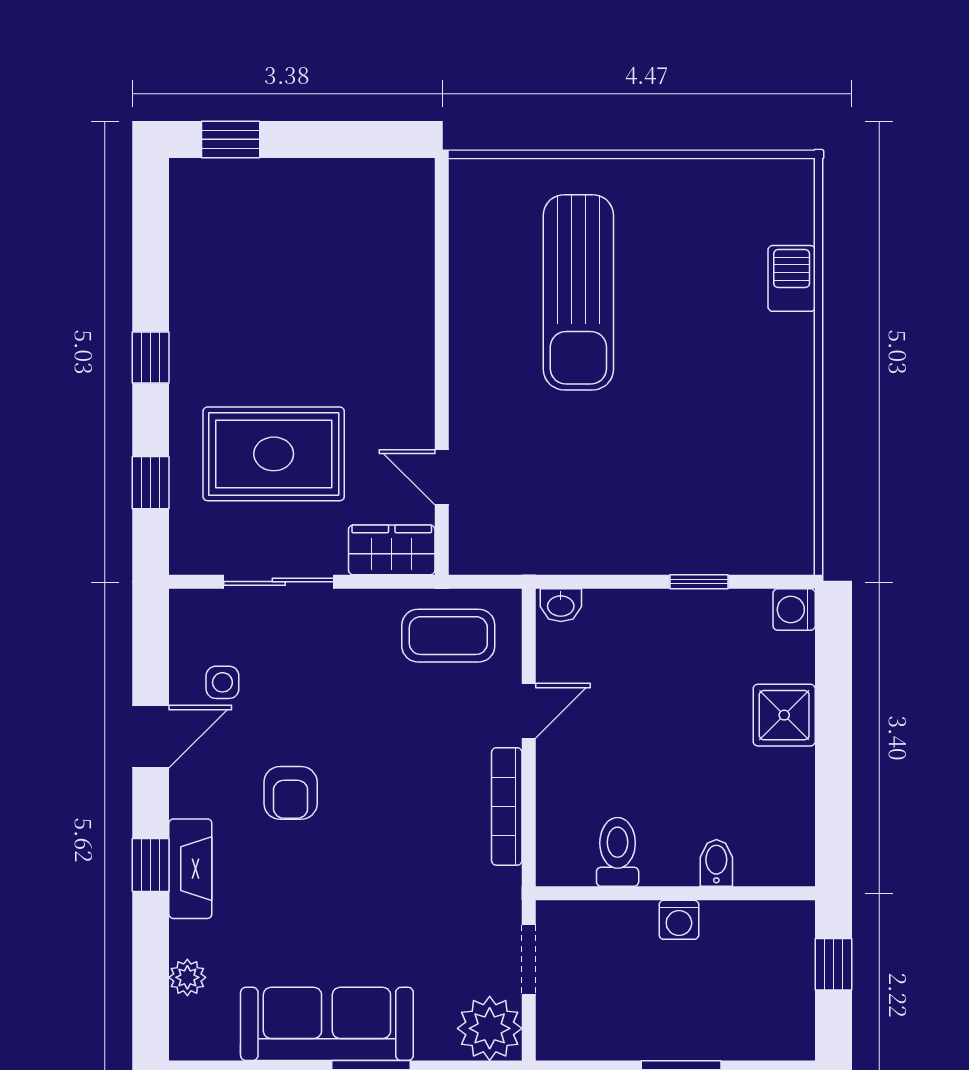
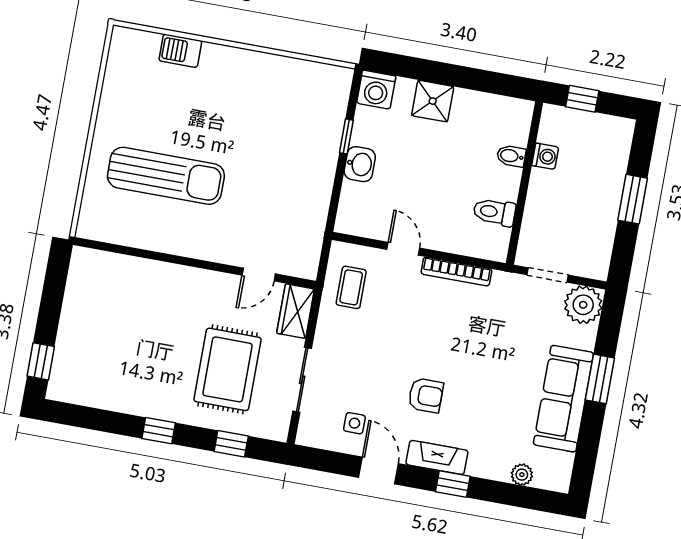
washbasin: (561, 605) -> (360, 164), moved, width x1.38, depth x1.45
washing machine: (794, 610) -> (376, 90), width x1.38, depth x1.38
coffee table: (448, 636) -> (351, 287), width x0.73, depth x0.77
fireplace: (190, 869) -> (437, 457), moved
washing machine: (679, 920) -> (545, 156), moved

